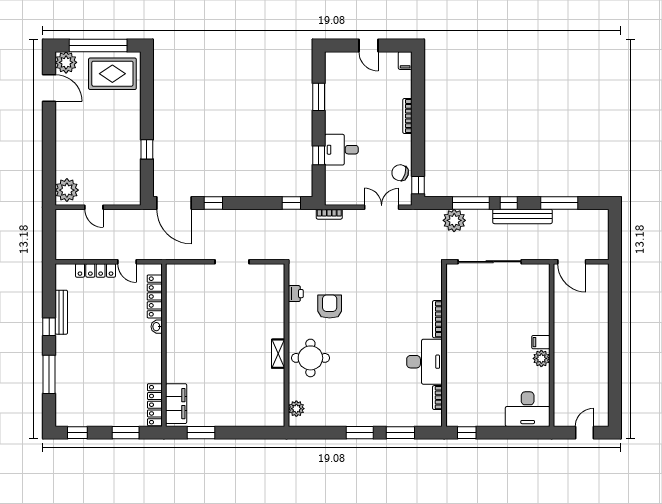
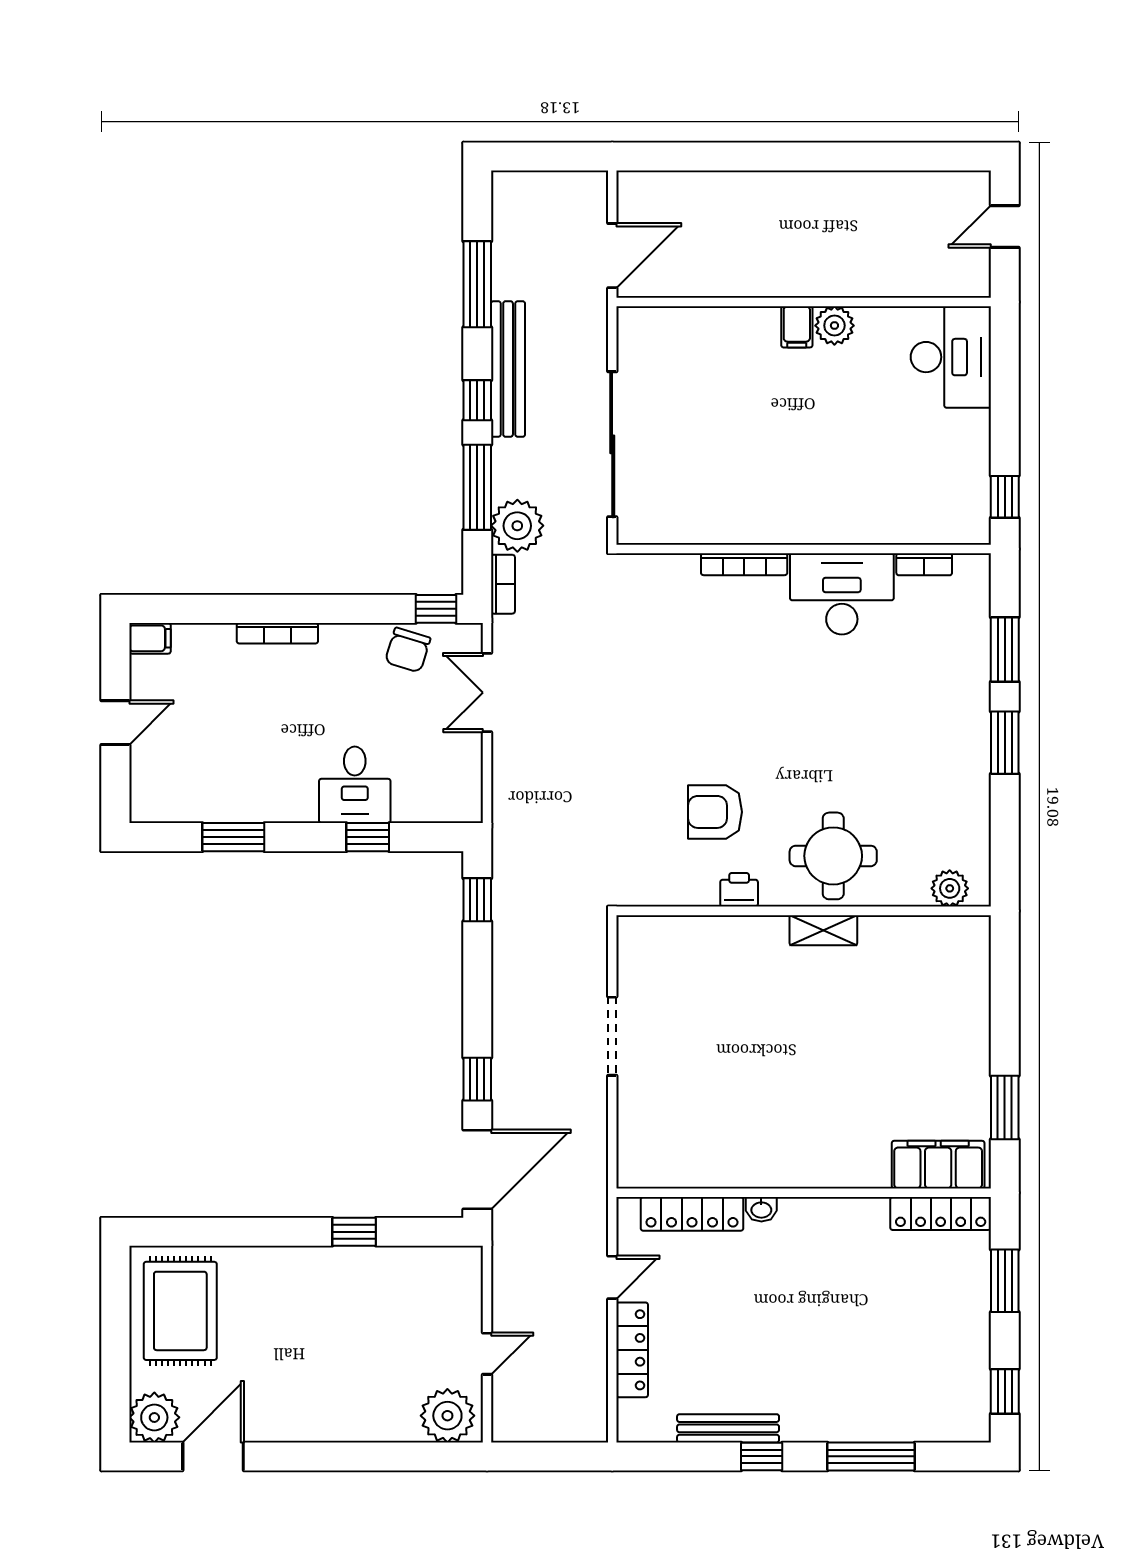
window: (98, 45) -> (115, 1343), removed
bookcase: (329, 214) -> (503, 584), moved
printer: (296, 294) -> (739, 890), moved
door: (584, 433) -> (1005, 226), hinge flipped

